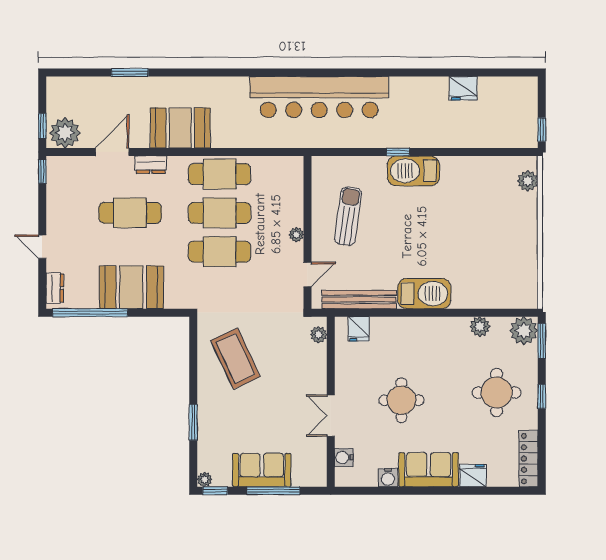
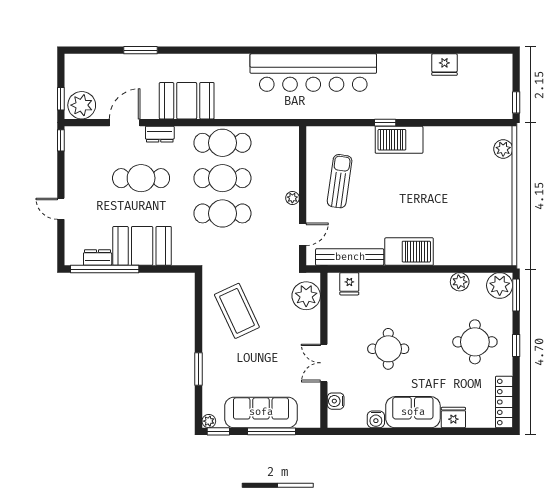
dresser: (55, 288) -> (98, 258), moved, turned -90
plant: (319, 335) -> (306, 296), width x1.88, depth x1.88
sofa: (262, 470) -> (261, 412), width x1.36

